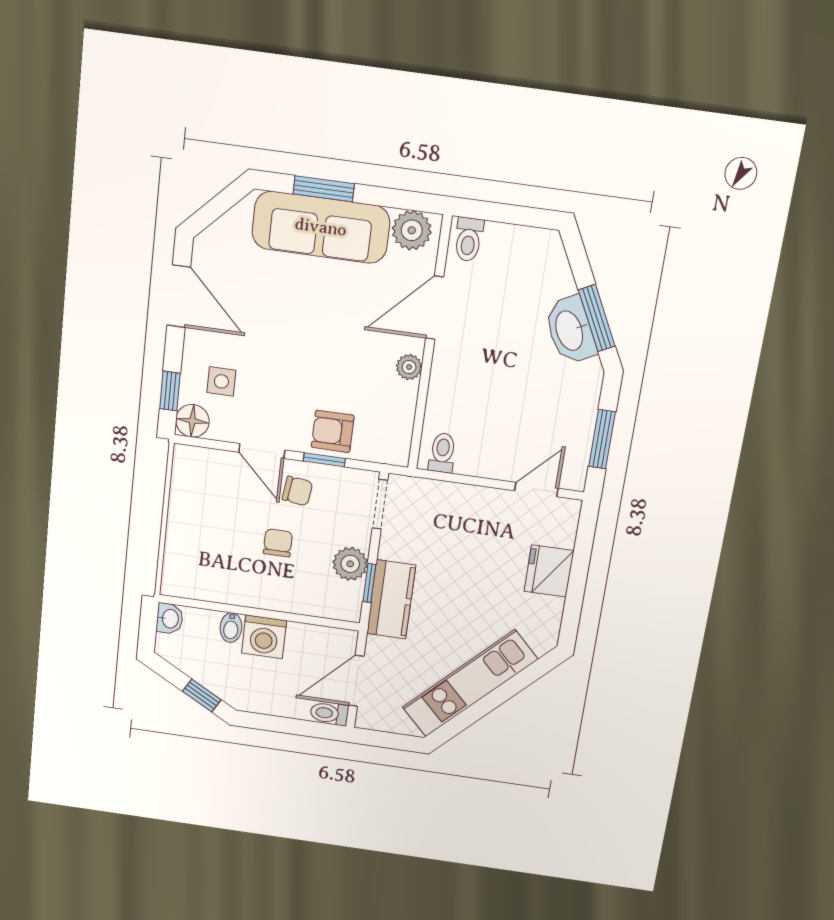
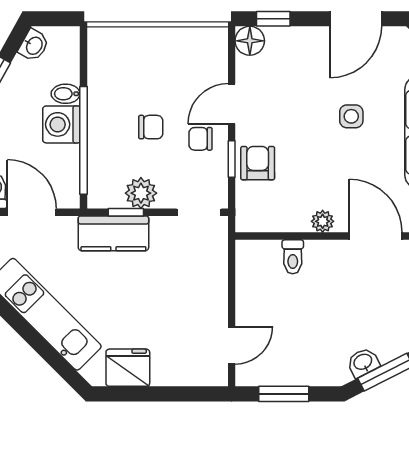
washbasin: (570, 330) -> (363, 362), width x0.52, depth x0.69
side table: (221, 381) -> (351, 116), moved
toilet: (442, 453) -> (293, 257), moved, turned 90
door: (536, 490) -> (232, 345), hinge flipped
chair: (297, 491) -> (200, 139), turned 83
fridge: (549, 571) -> (128, 368), moved
window: (284, 616) -> (83, 140), added
washbasin: (170, 619) -> (34, 45), moved, turned -61

